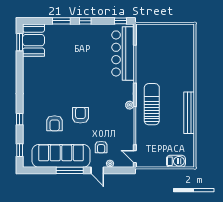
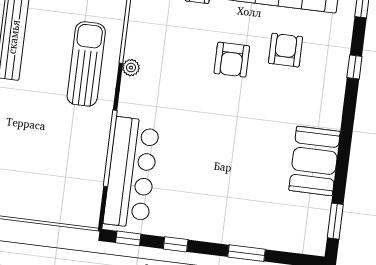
window: (85, 21) -> (176, 244), moved
booth: (34, 40) -> (315, 161), moved
sun lounger: (152, 104) -> (86, 64), turned 180

